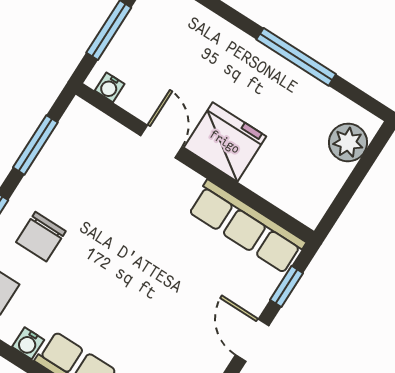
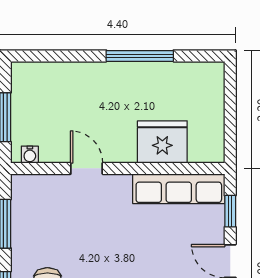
fridge: (225, 142) -> (162, 142), moved
plant: (348, 142) -> (210, 90), removed

